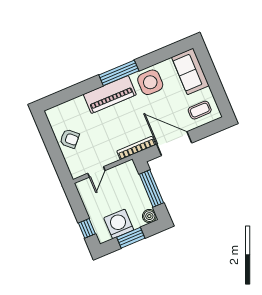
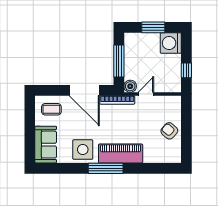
door: (96, 172) -> (146, 94), moved
boiler: (149, 216) -> (130, 86), moved
washing machine: (119, 224) -> (171, 43), moved, turned 90
window: (87, 228) -> (186, 70), moved

